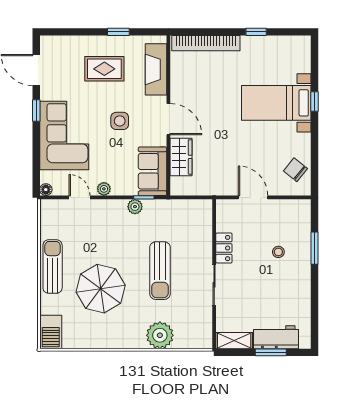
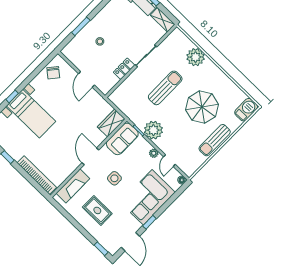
window: (118, 32) -> (101, 249), moved
wardrobe: (181, 157) -> (111, 123), moved
plant: (135, 207) -> (153, 130), width x1.88, depth x1.88

